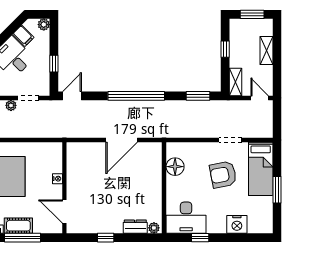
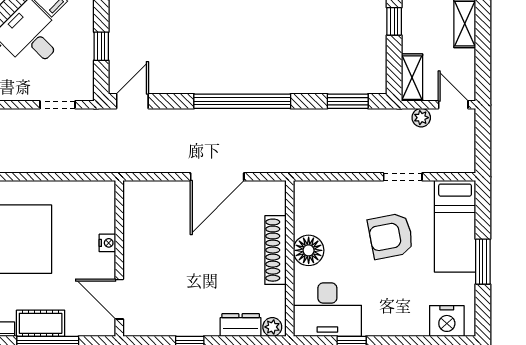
plant: (11, 105) -> (421, 118), moved
floor lamp: (175, 167) -> (309, 250), moved
shoe rack: (156, 183) -> (275, 250), added
nightstand: (237, 224) -> (447, 321), moved

